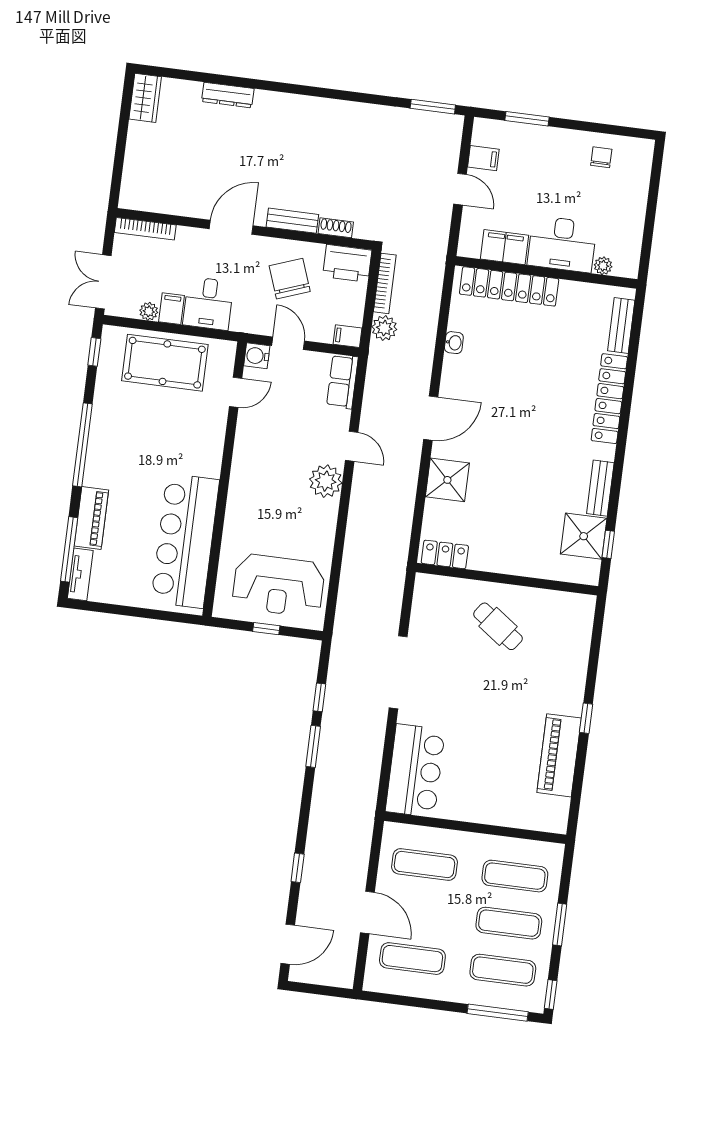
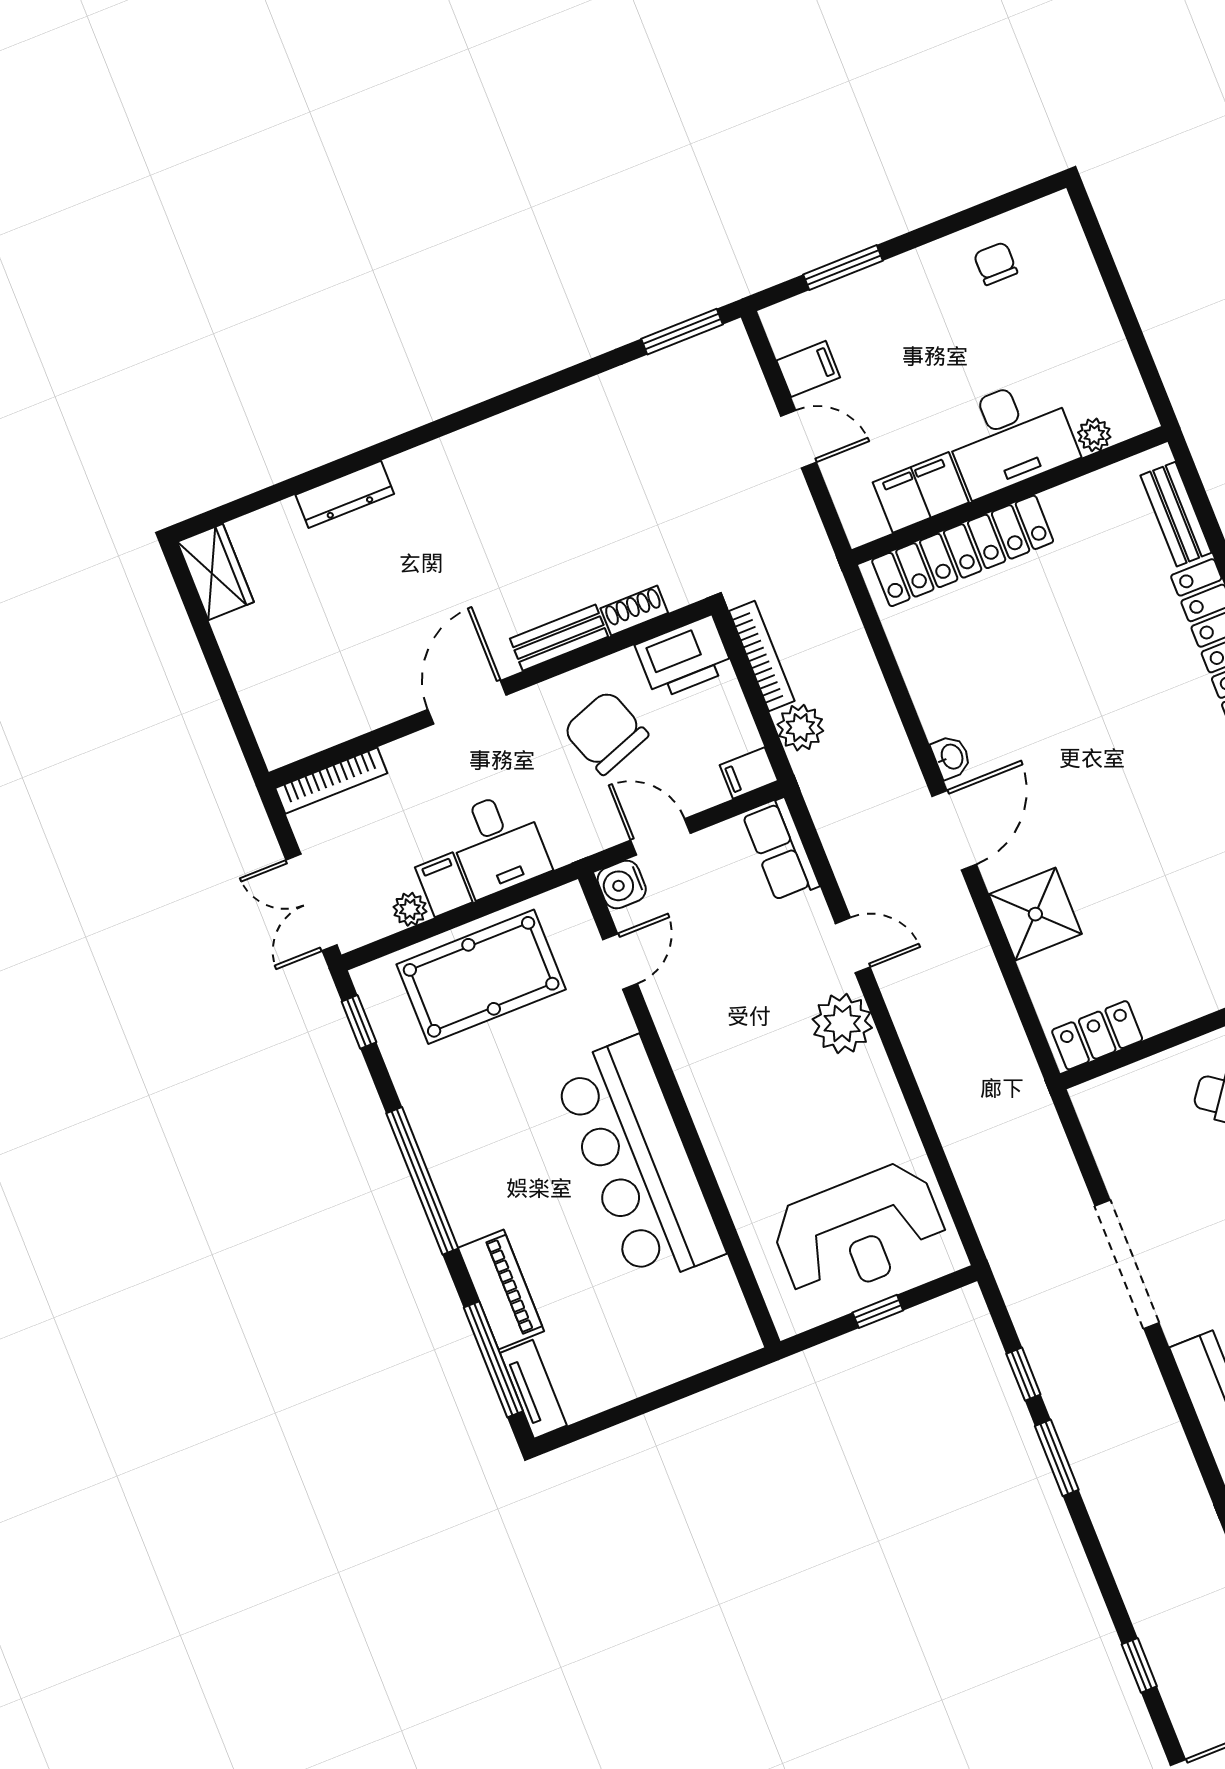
washbasin: (454, 343) -> (951, 757), moved
bar counter: (185, 541) -> (638, 1161), moved

